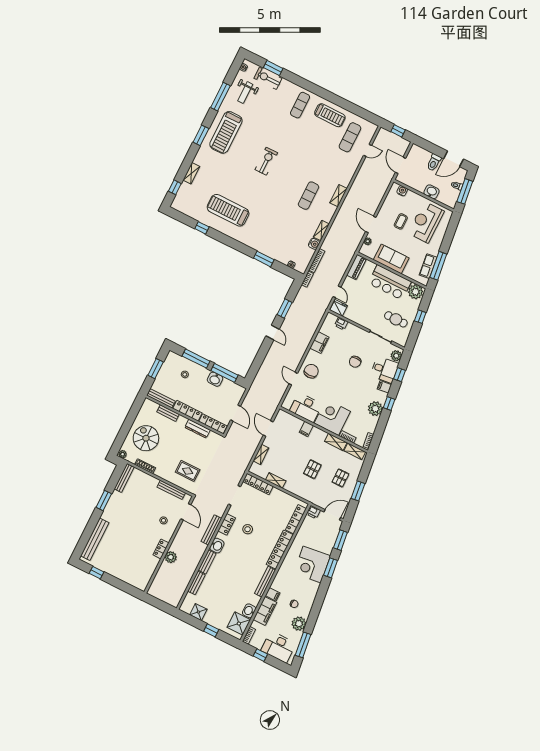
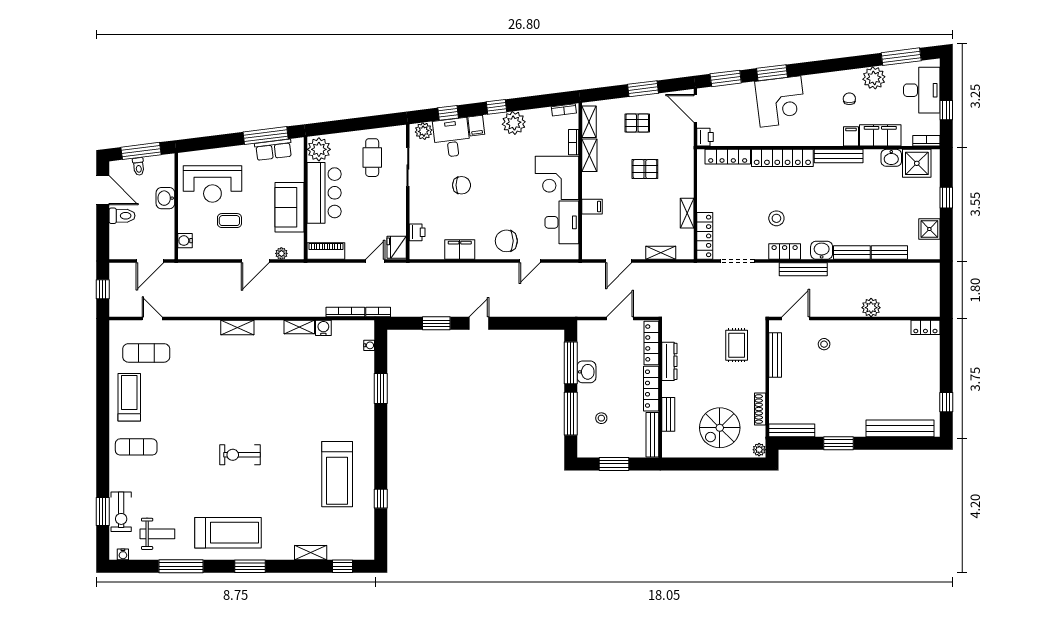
exercise mat: (308, 196) -> (259, 370), removed
window: (420, 317) -> (351, 125), removed
locker: (161, 549) -> (925, 327), moved

